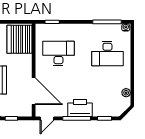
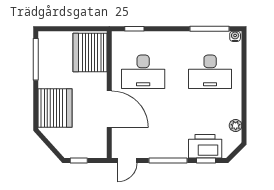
desk: (58, 53) -> (143, 72), turned 180
door: (34, 91) -> (109, 109), moved
printer: (80, 108) -> (205, 146), moved

